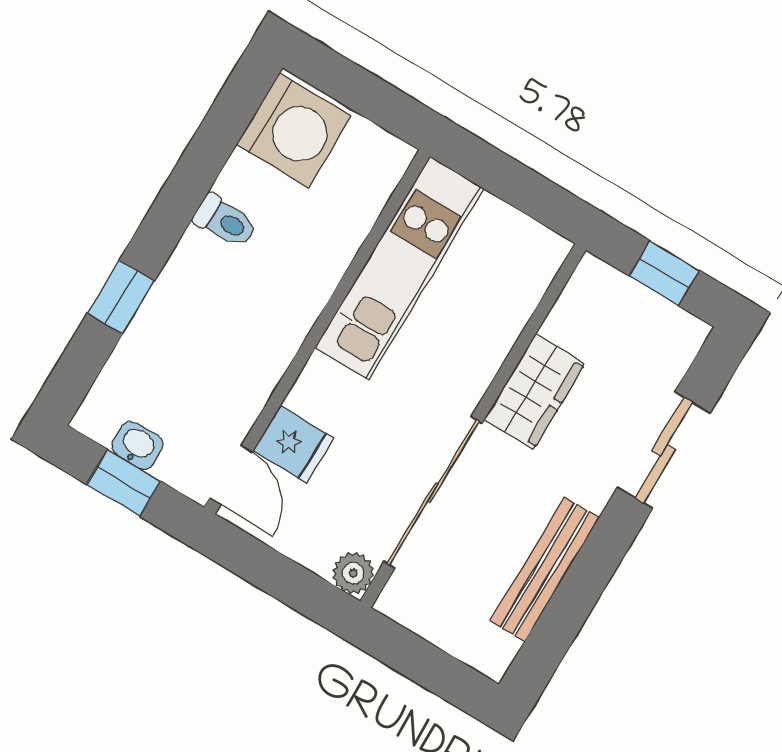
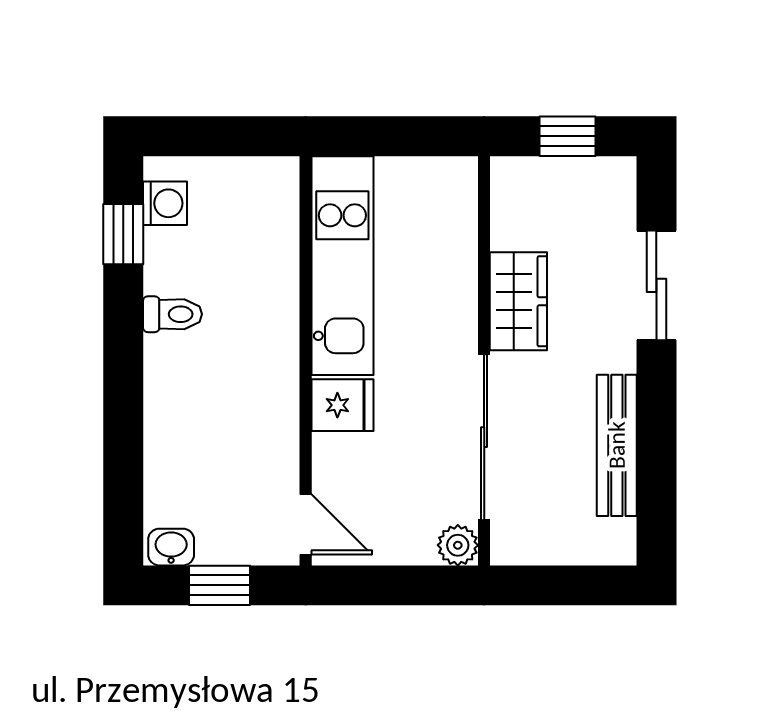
washing machine: (294, 130) -> (165, 203), width x0.53, depth x0.53
window: (121, 297) -> (123, 234), moved
fridge: (293, 444) -> (342, 405), moved
washbasin: (137, 445) -> (171, 547), moved

